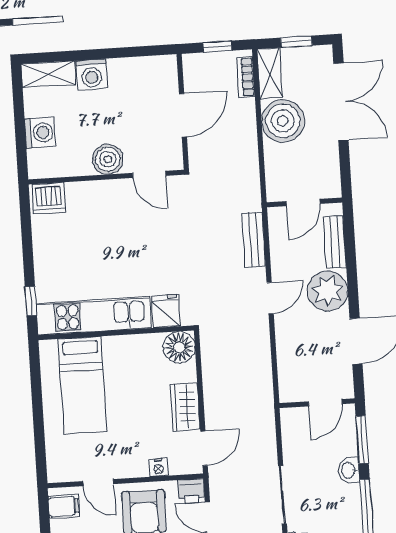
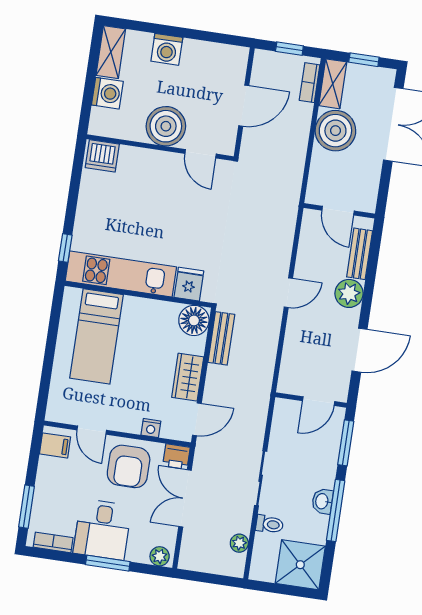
shelving: (48, 74) -> (111, 52), moved, turned 90
boiler: (108, 159) -> (166, 126), width x1.37, depth x1.37
door: (303, 202) -> (338, 211), hinge flipped
bench: (254, 240) -> (221, 338), moved
plant: (328, 291) -> (349, 293), width x0.73, depth x0.73
washbasin: (349, 470) -> (322, 501), moved

